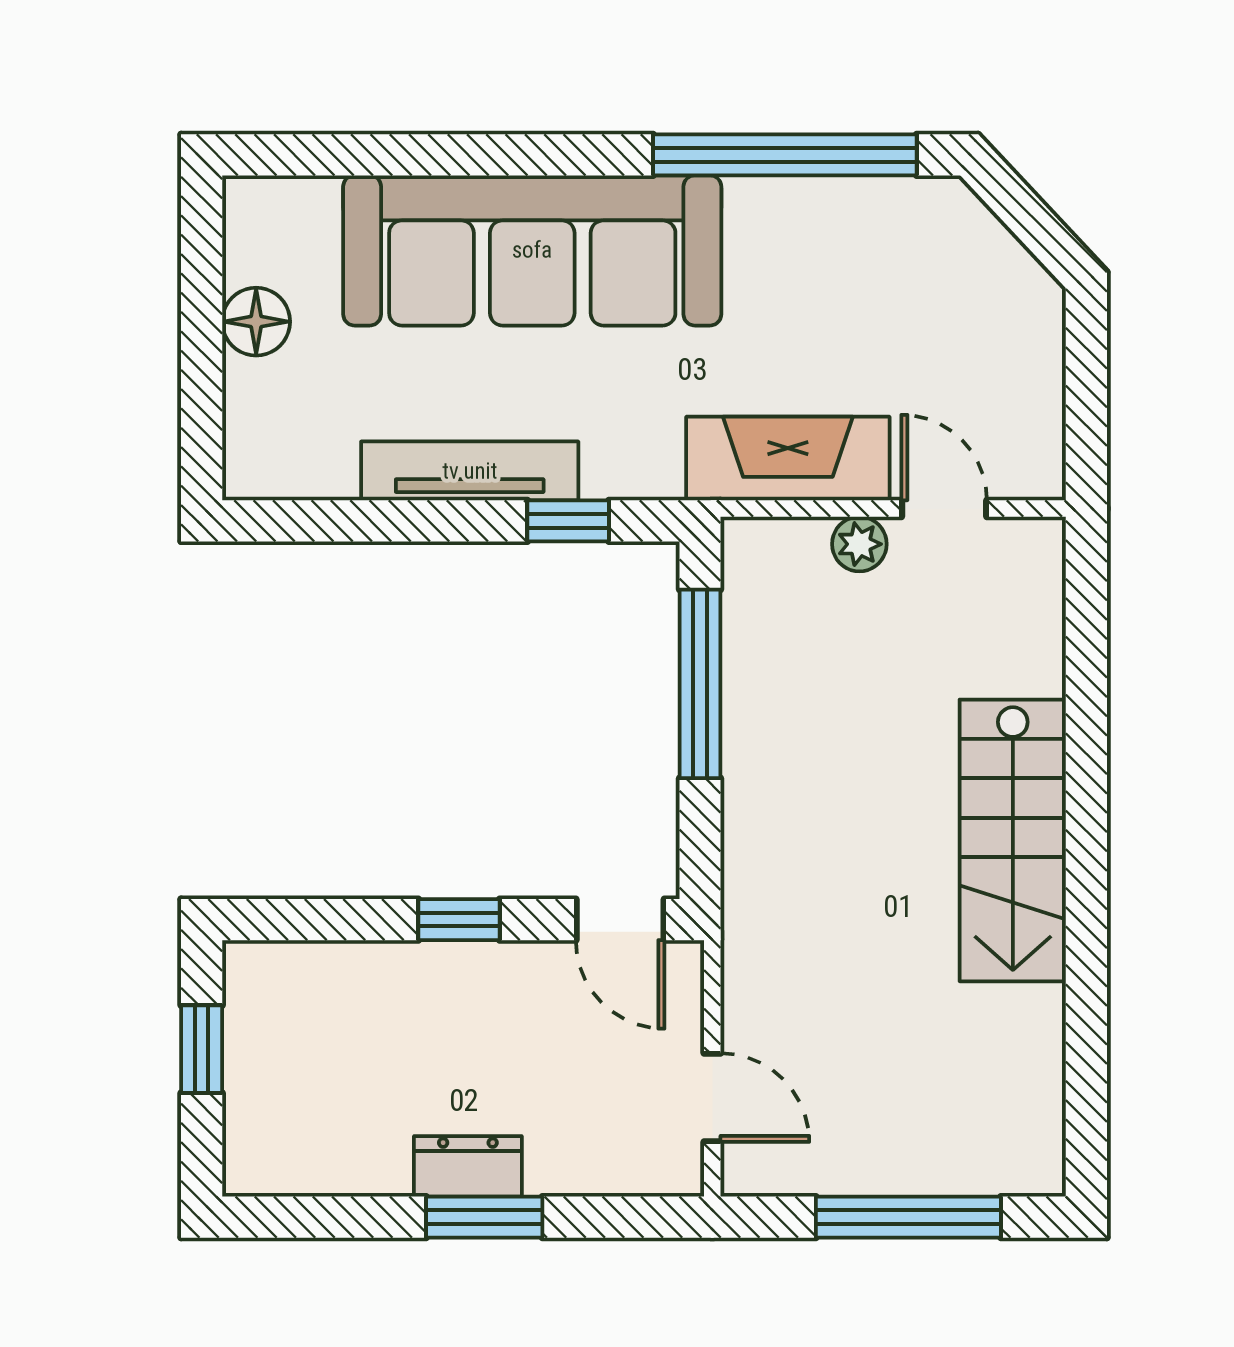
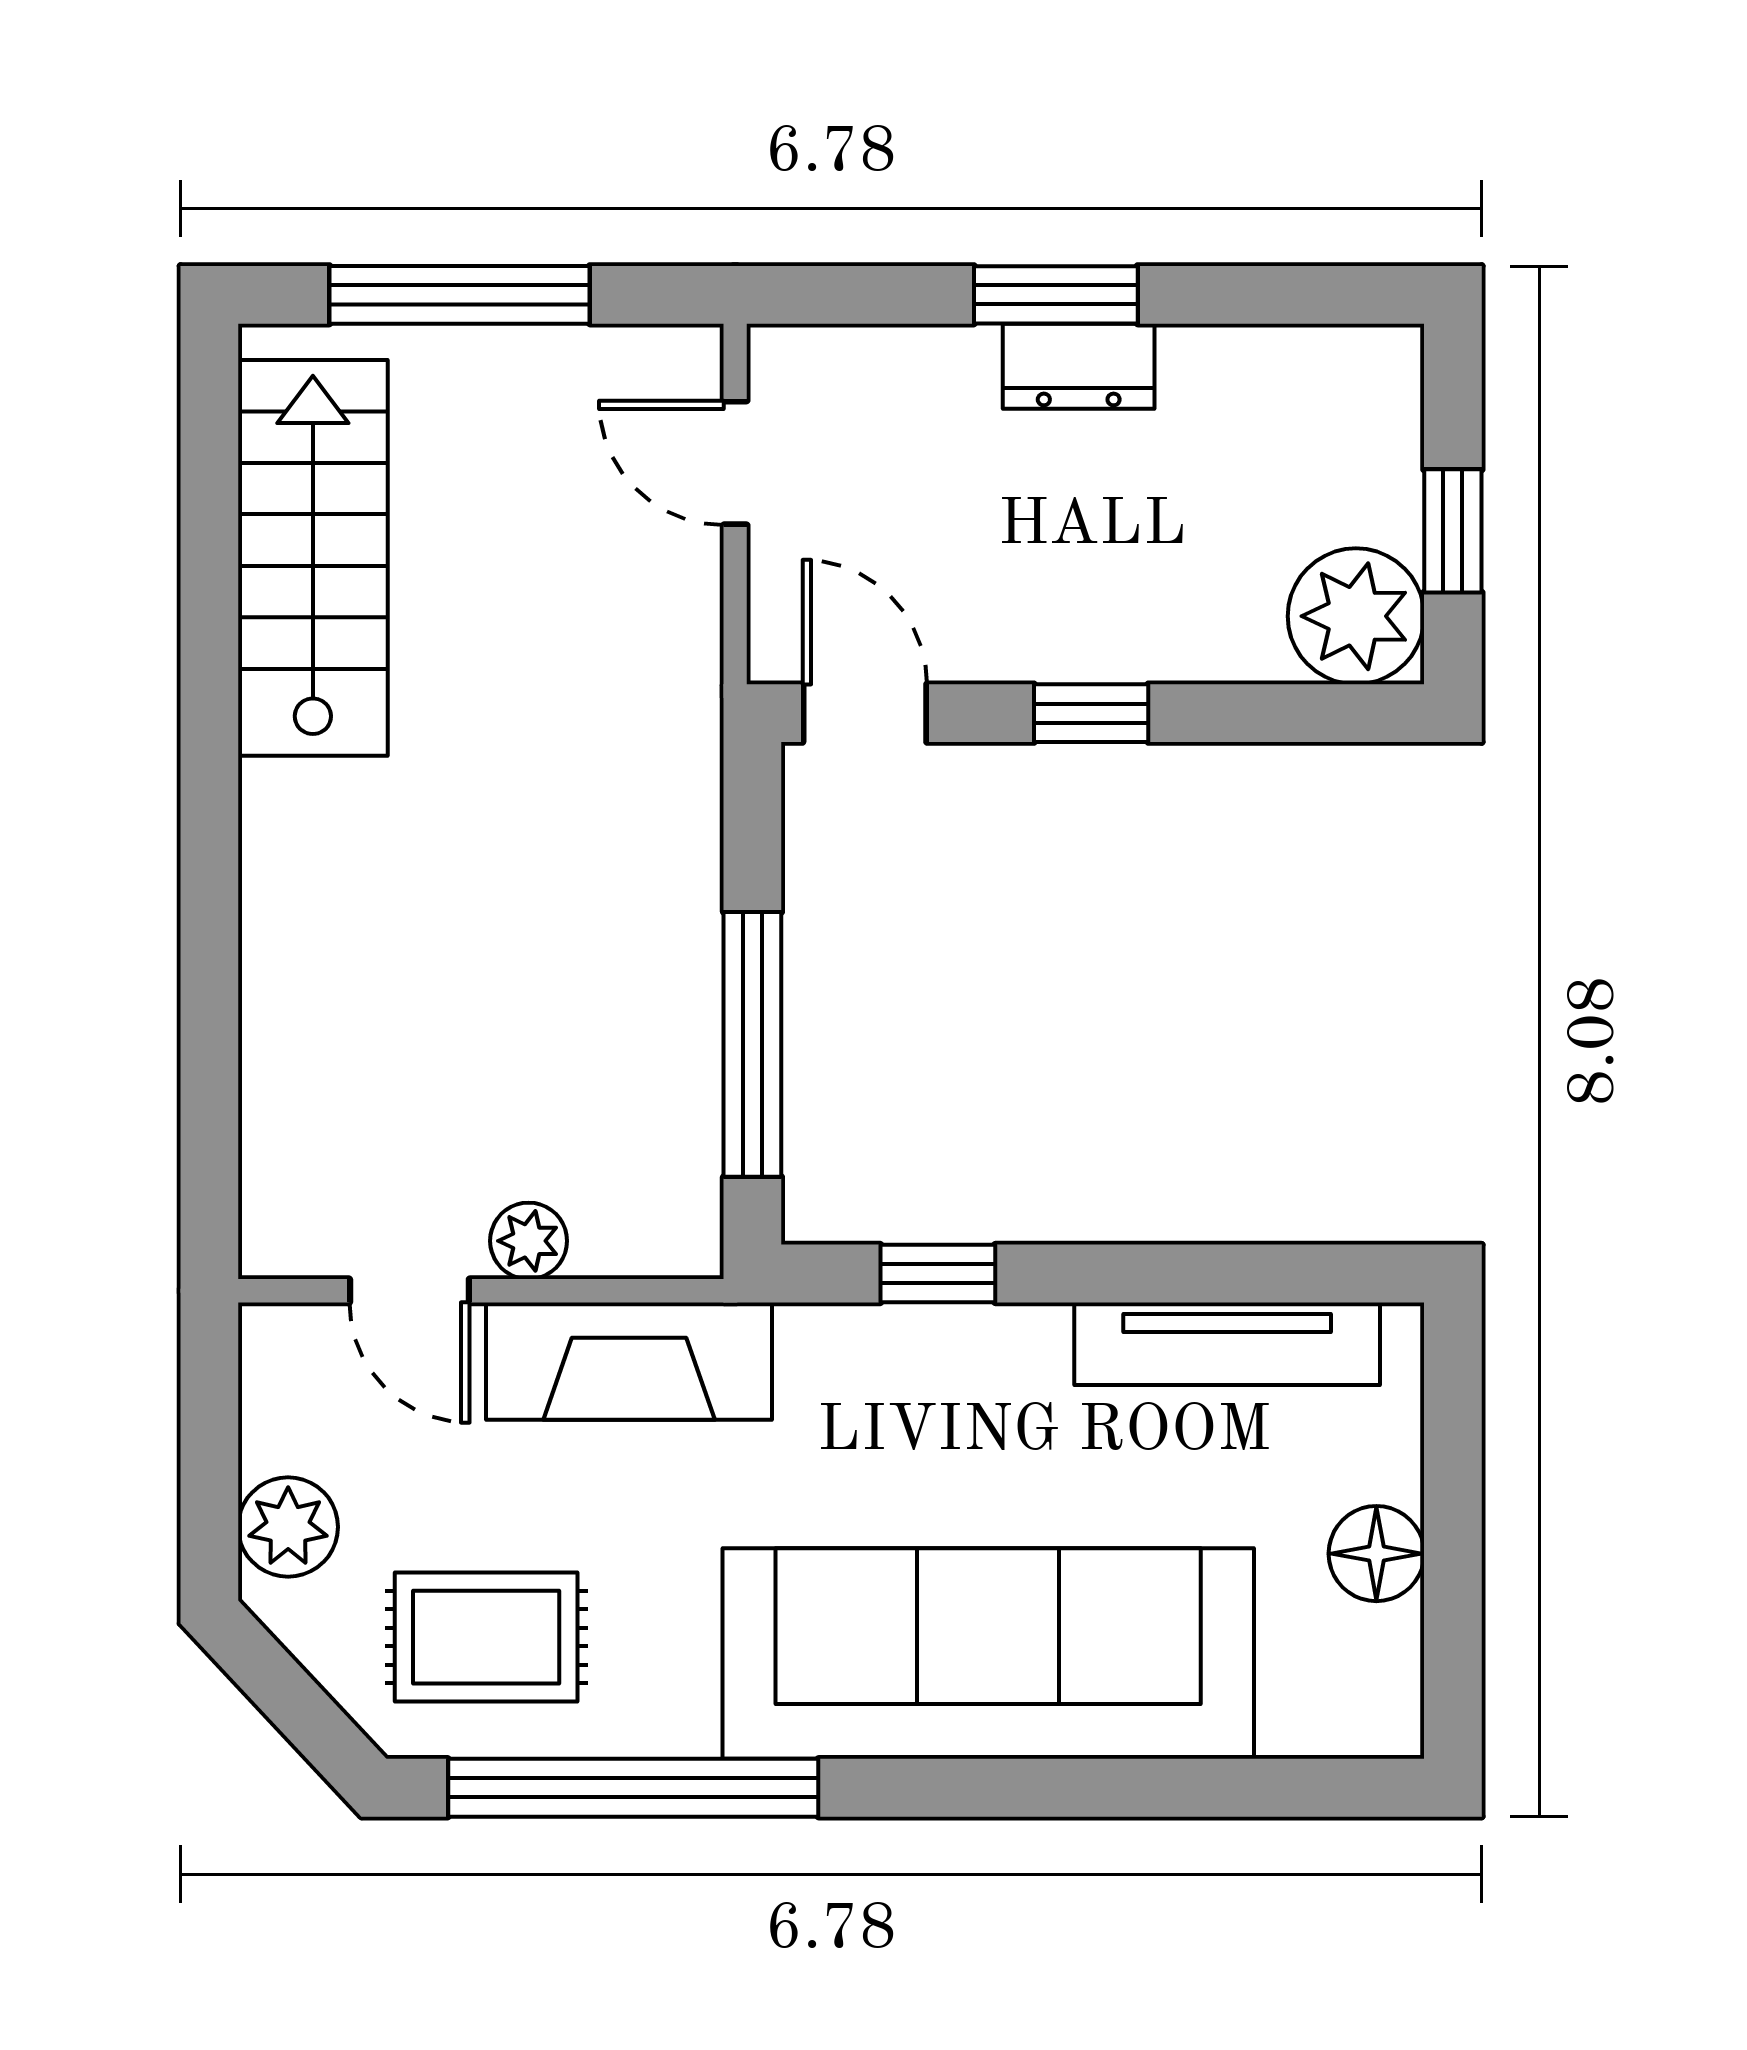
rug: (889, 262) -> (486, 1637), added
plant: (1030, 340) -> (288, 1527), added
tv unit: (470, 471) -> (1227, 1344), moved
stairs: (1013, 840) -> (313, 558), moved
plant: (271, 988) -> (1356, 616), added

